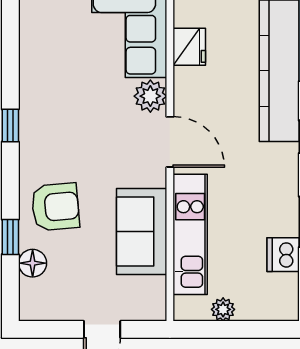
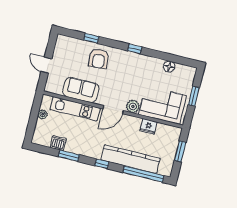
floor lamp: (33, 263) -> (169, 67), moved

